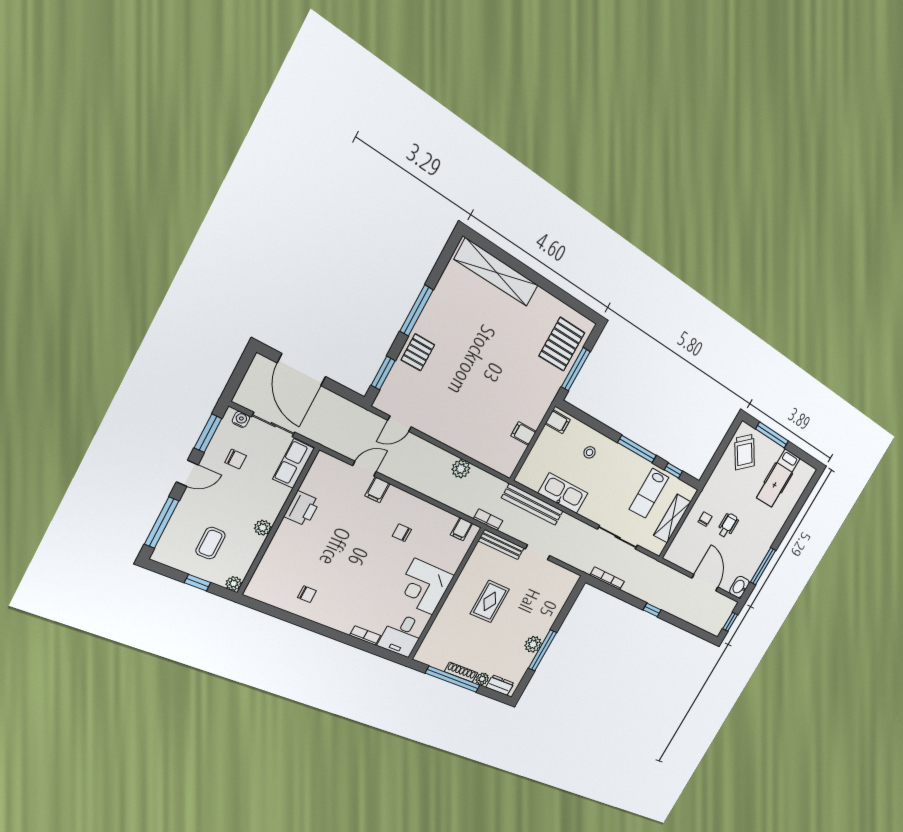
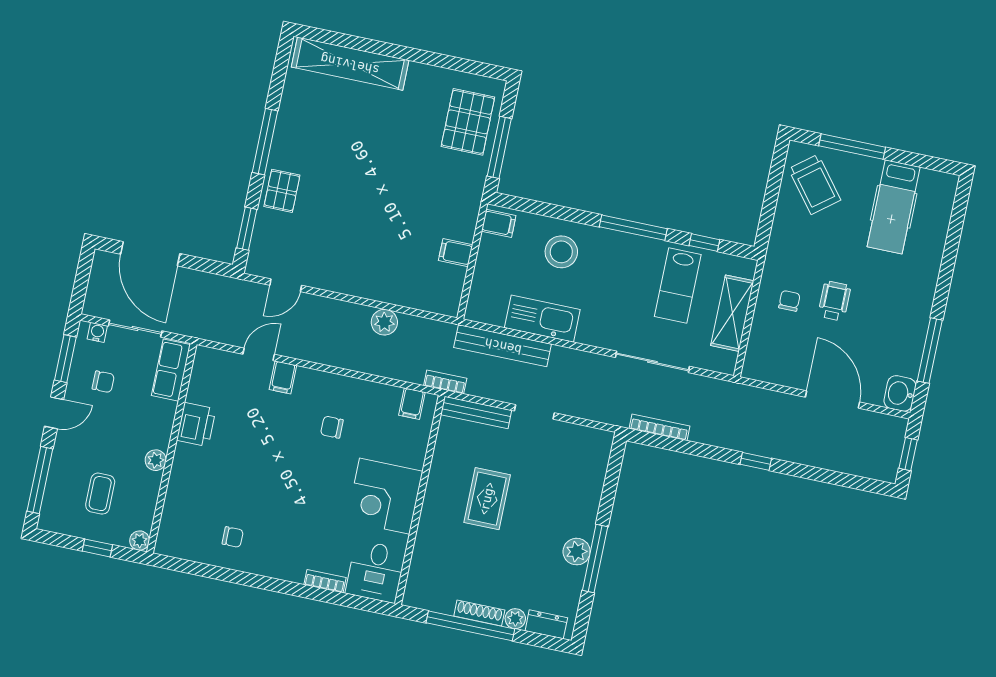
stool: (590, 452) -> (561, 252), width x1.89, depth x1.89

